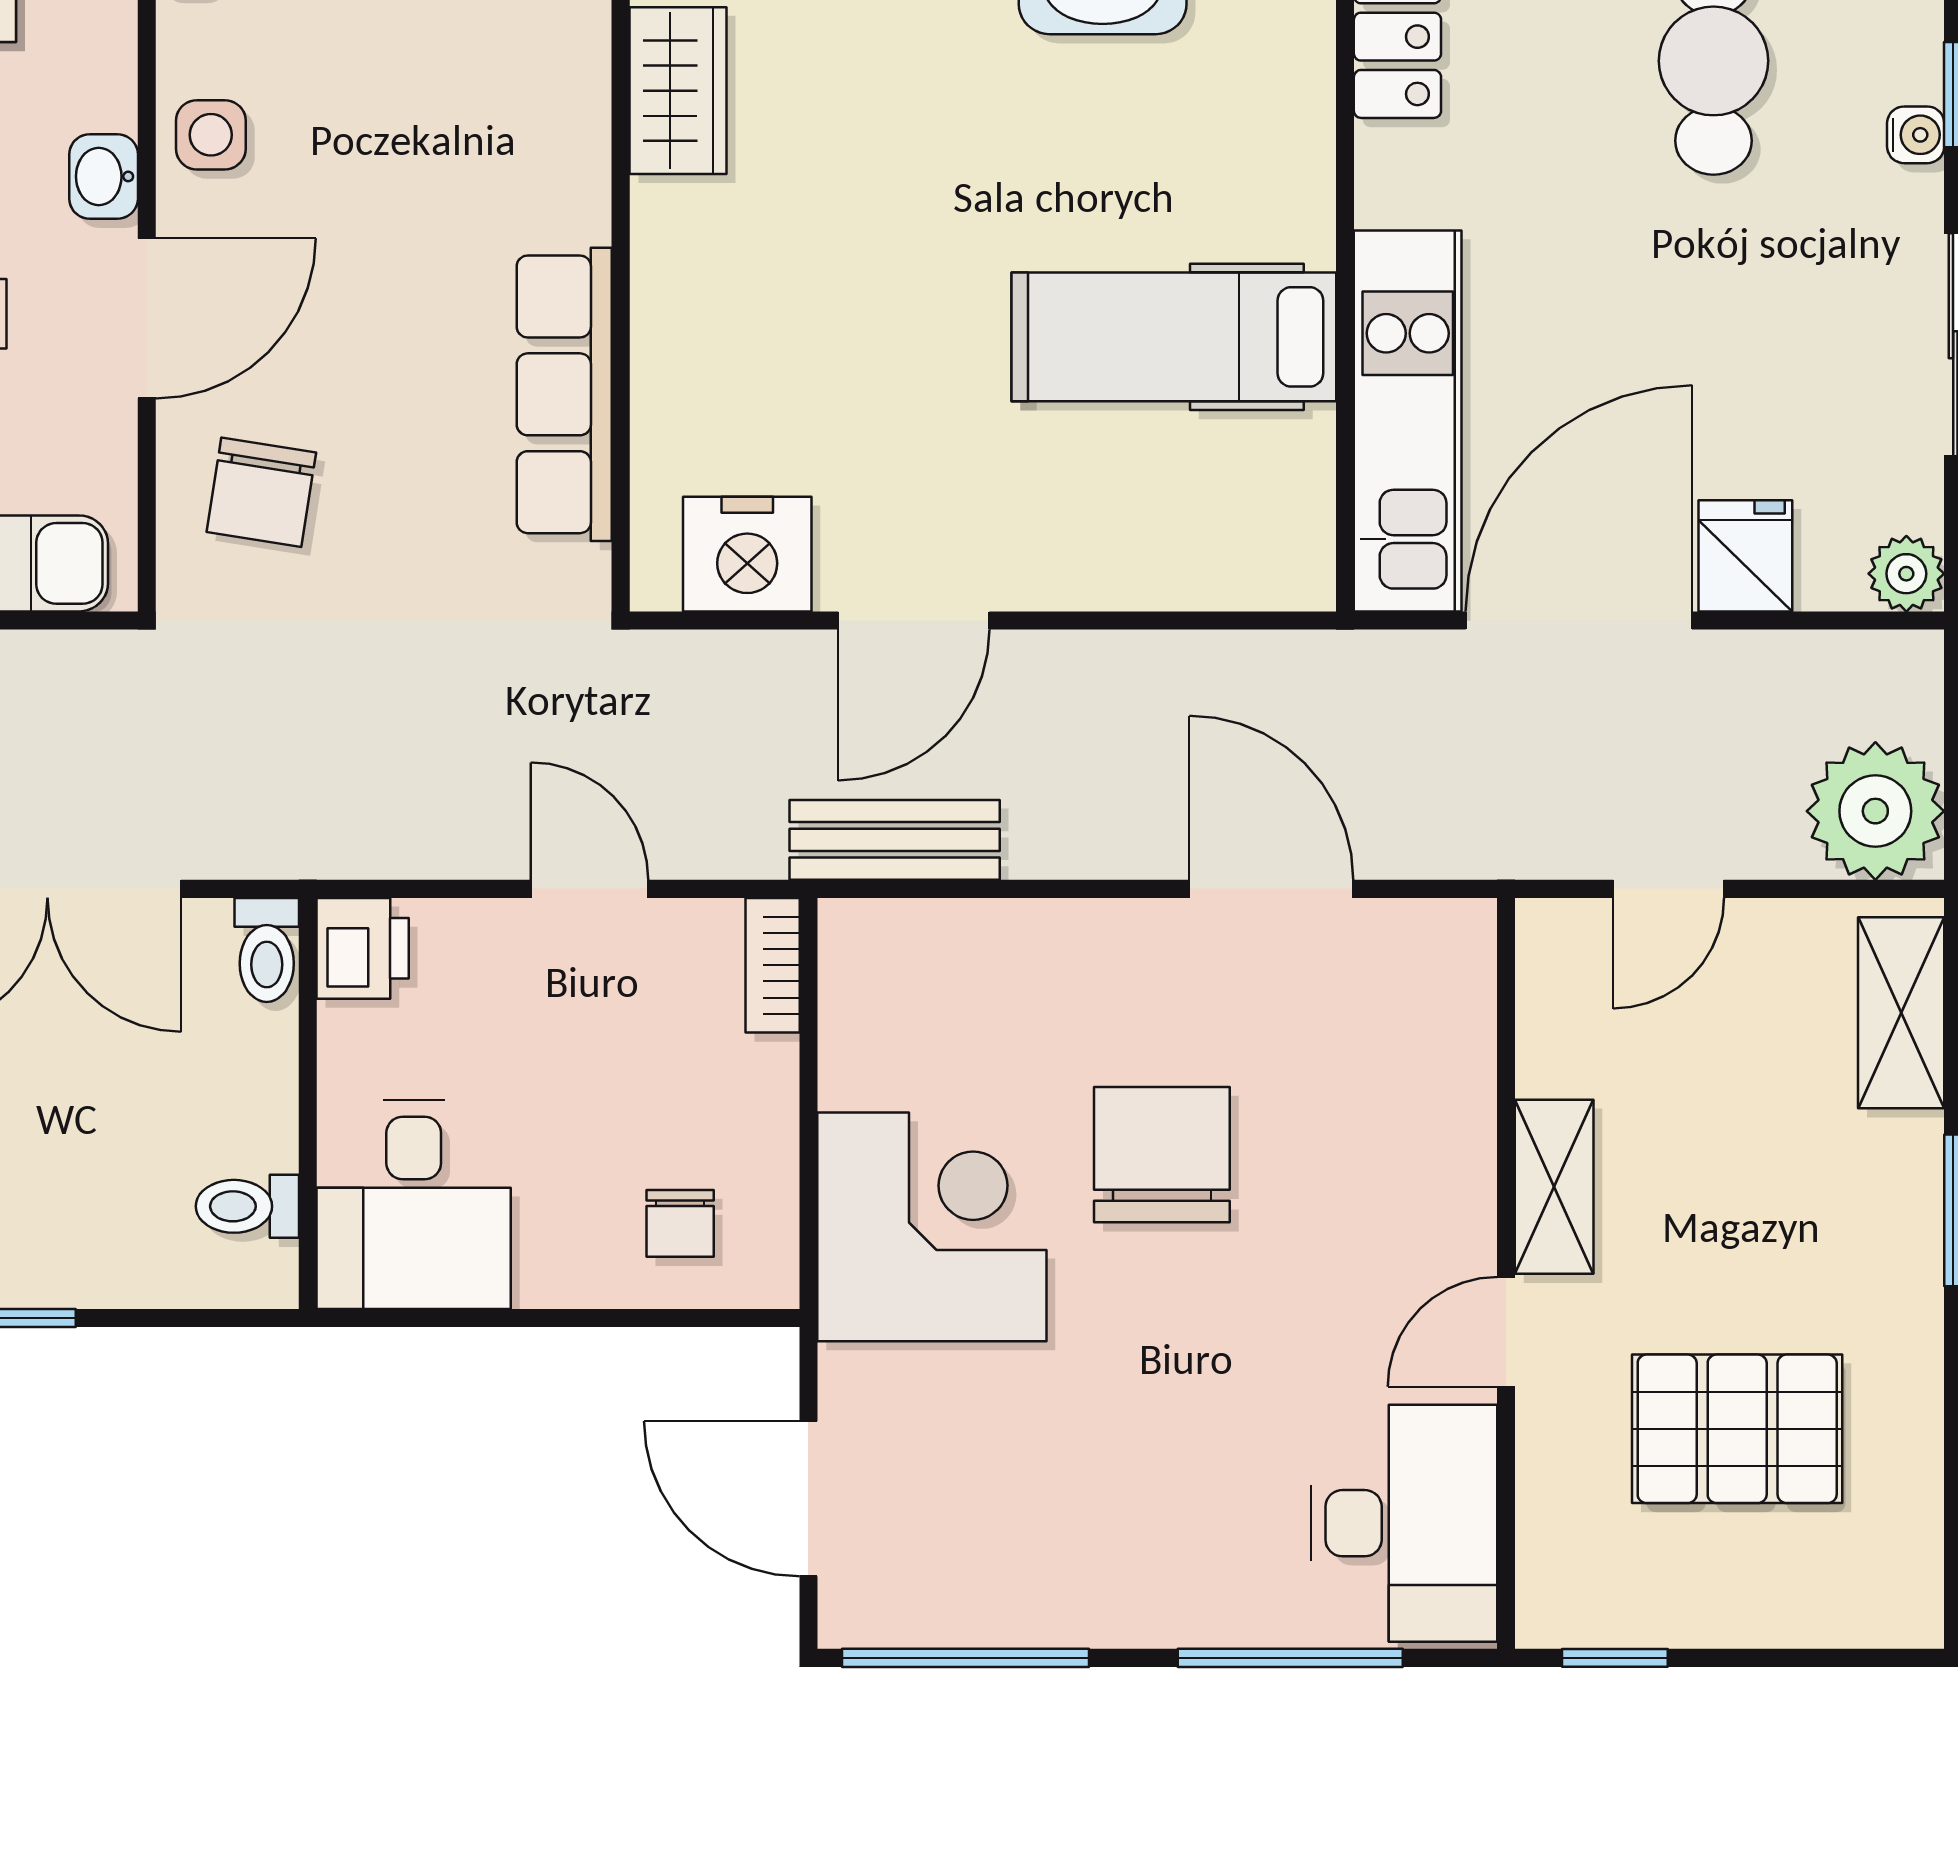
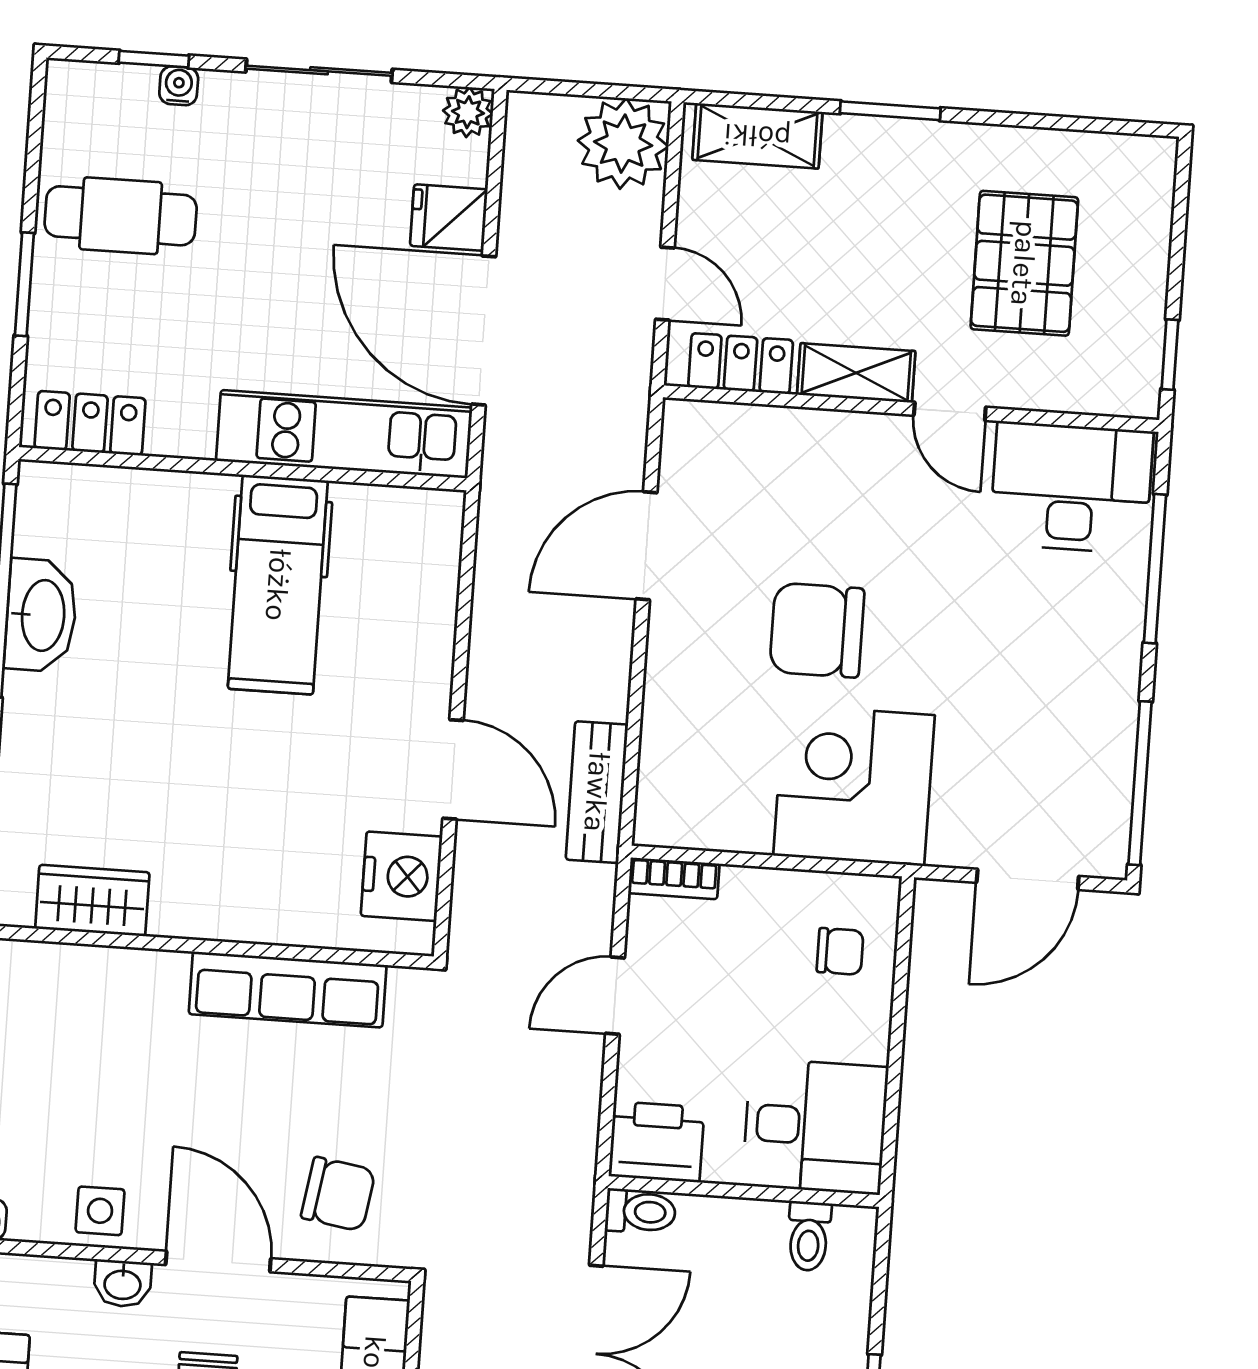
printer: (363, 948) -> (656, 1142), width x1.36, depth x1.24
locker: (1556, 1011) -> (741, 364), added

